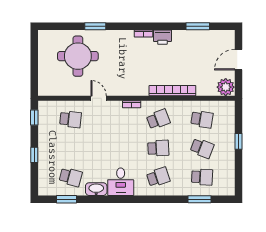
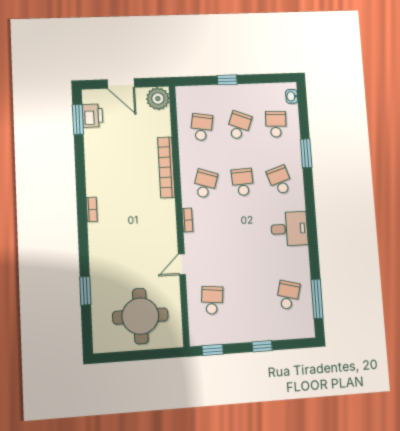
window: (95, 26) -> (85, 291), moved
window: (198, 26) -> (78, 119), moved
printer: (162, 37) -> (93, 116), moved
round table: (78, 56) -> (140, 316), moved
school desk: (158, 119) -> (205, 184), turned 39
washbasin: (96, 189) -> (292, 96), moved, width x0.52, depth x0.69
window: (66, 199) -> (317, 299), width x1.44
window: (200, 199) -> (306, 153), moved

